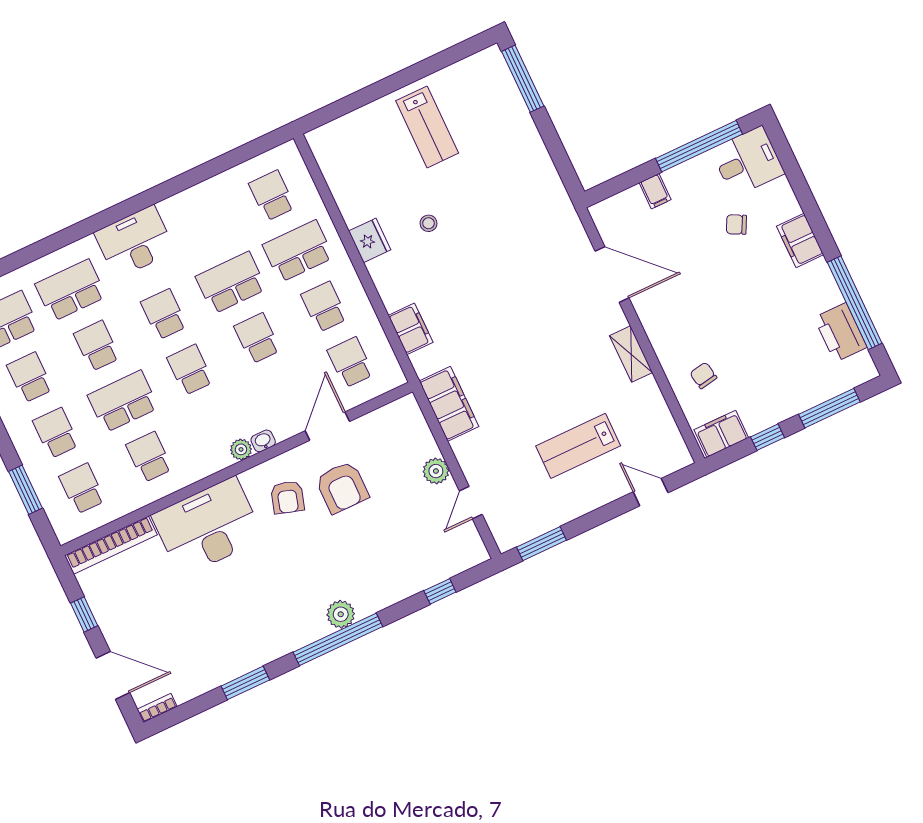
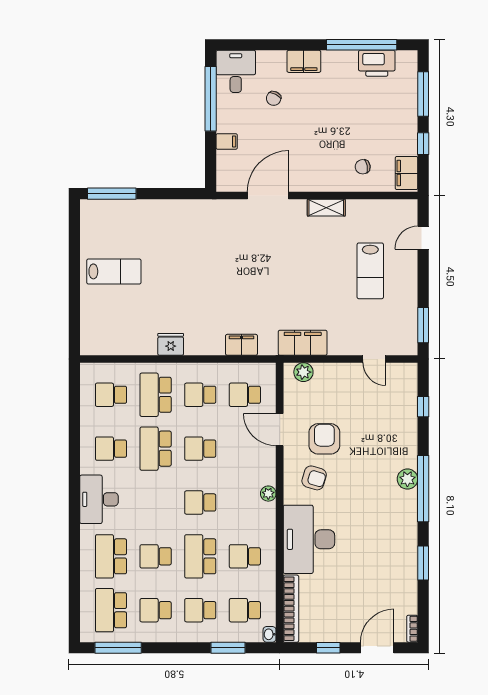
stool: (428, 223) -> (178, 300), removed
school desk: (164, 314) -> (111, 449), moved
washbasin: (263, 441) -> (270, 634), moved
plant: (436, 471) -> (303, 372), moved
armchair: (342, 487) -> (324, 439), turned -90

